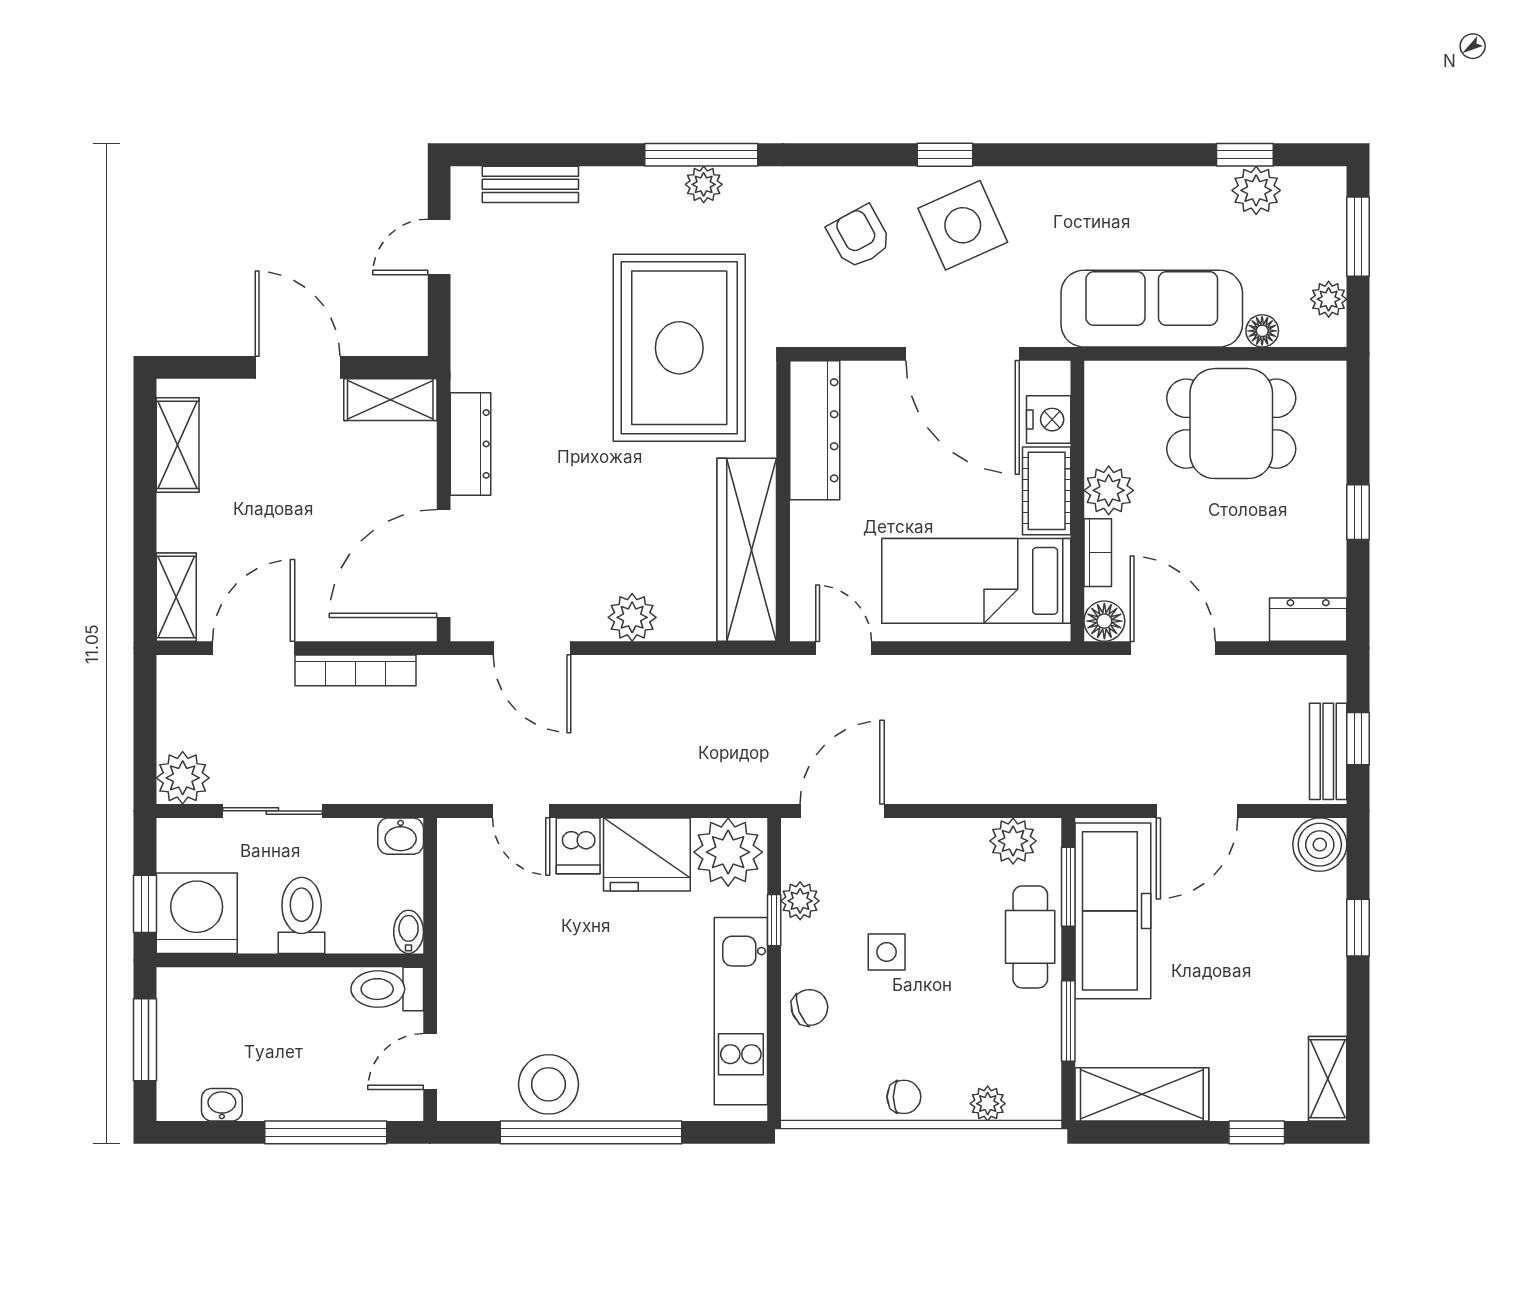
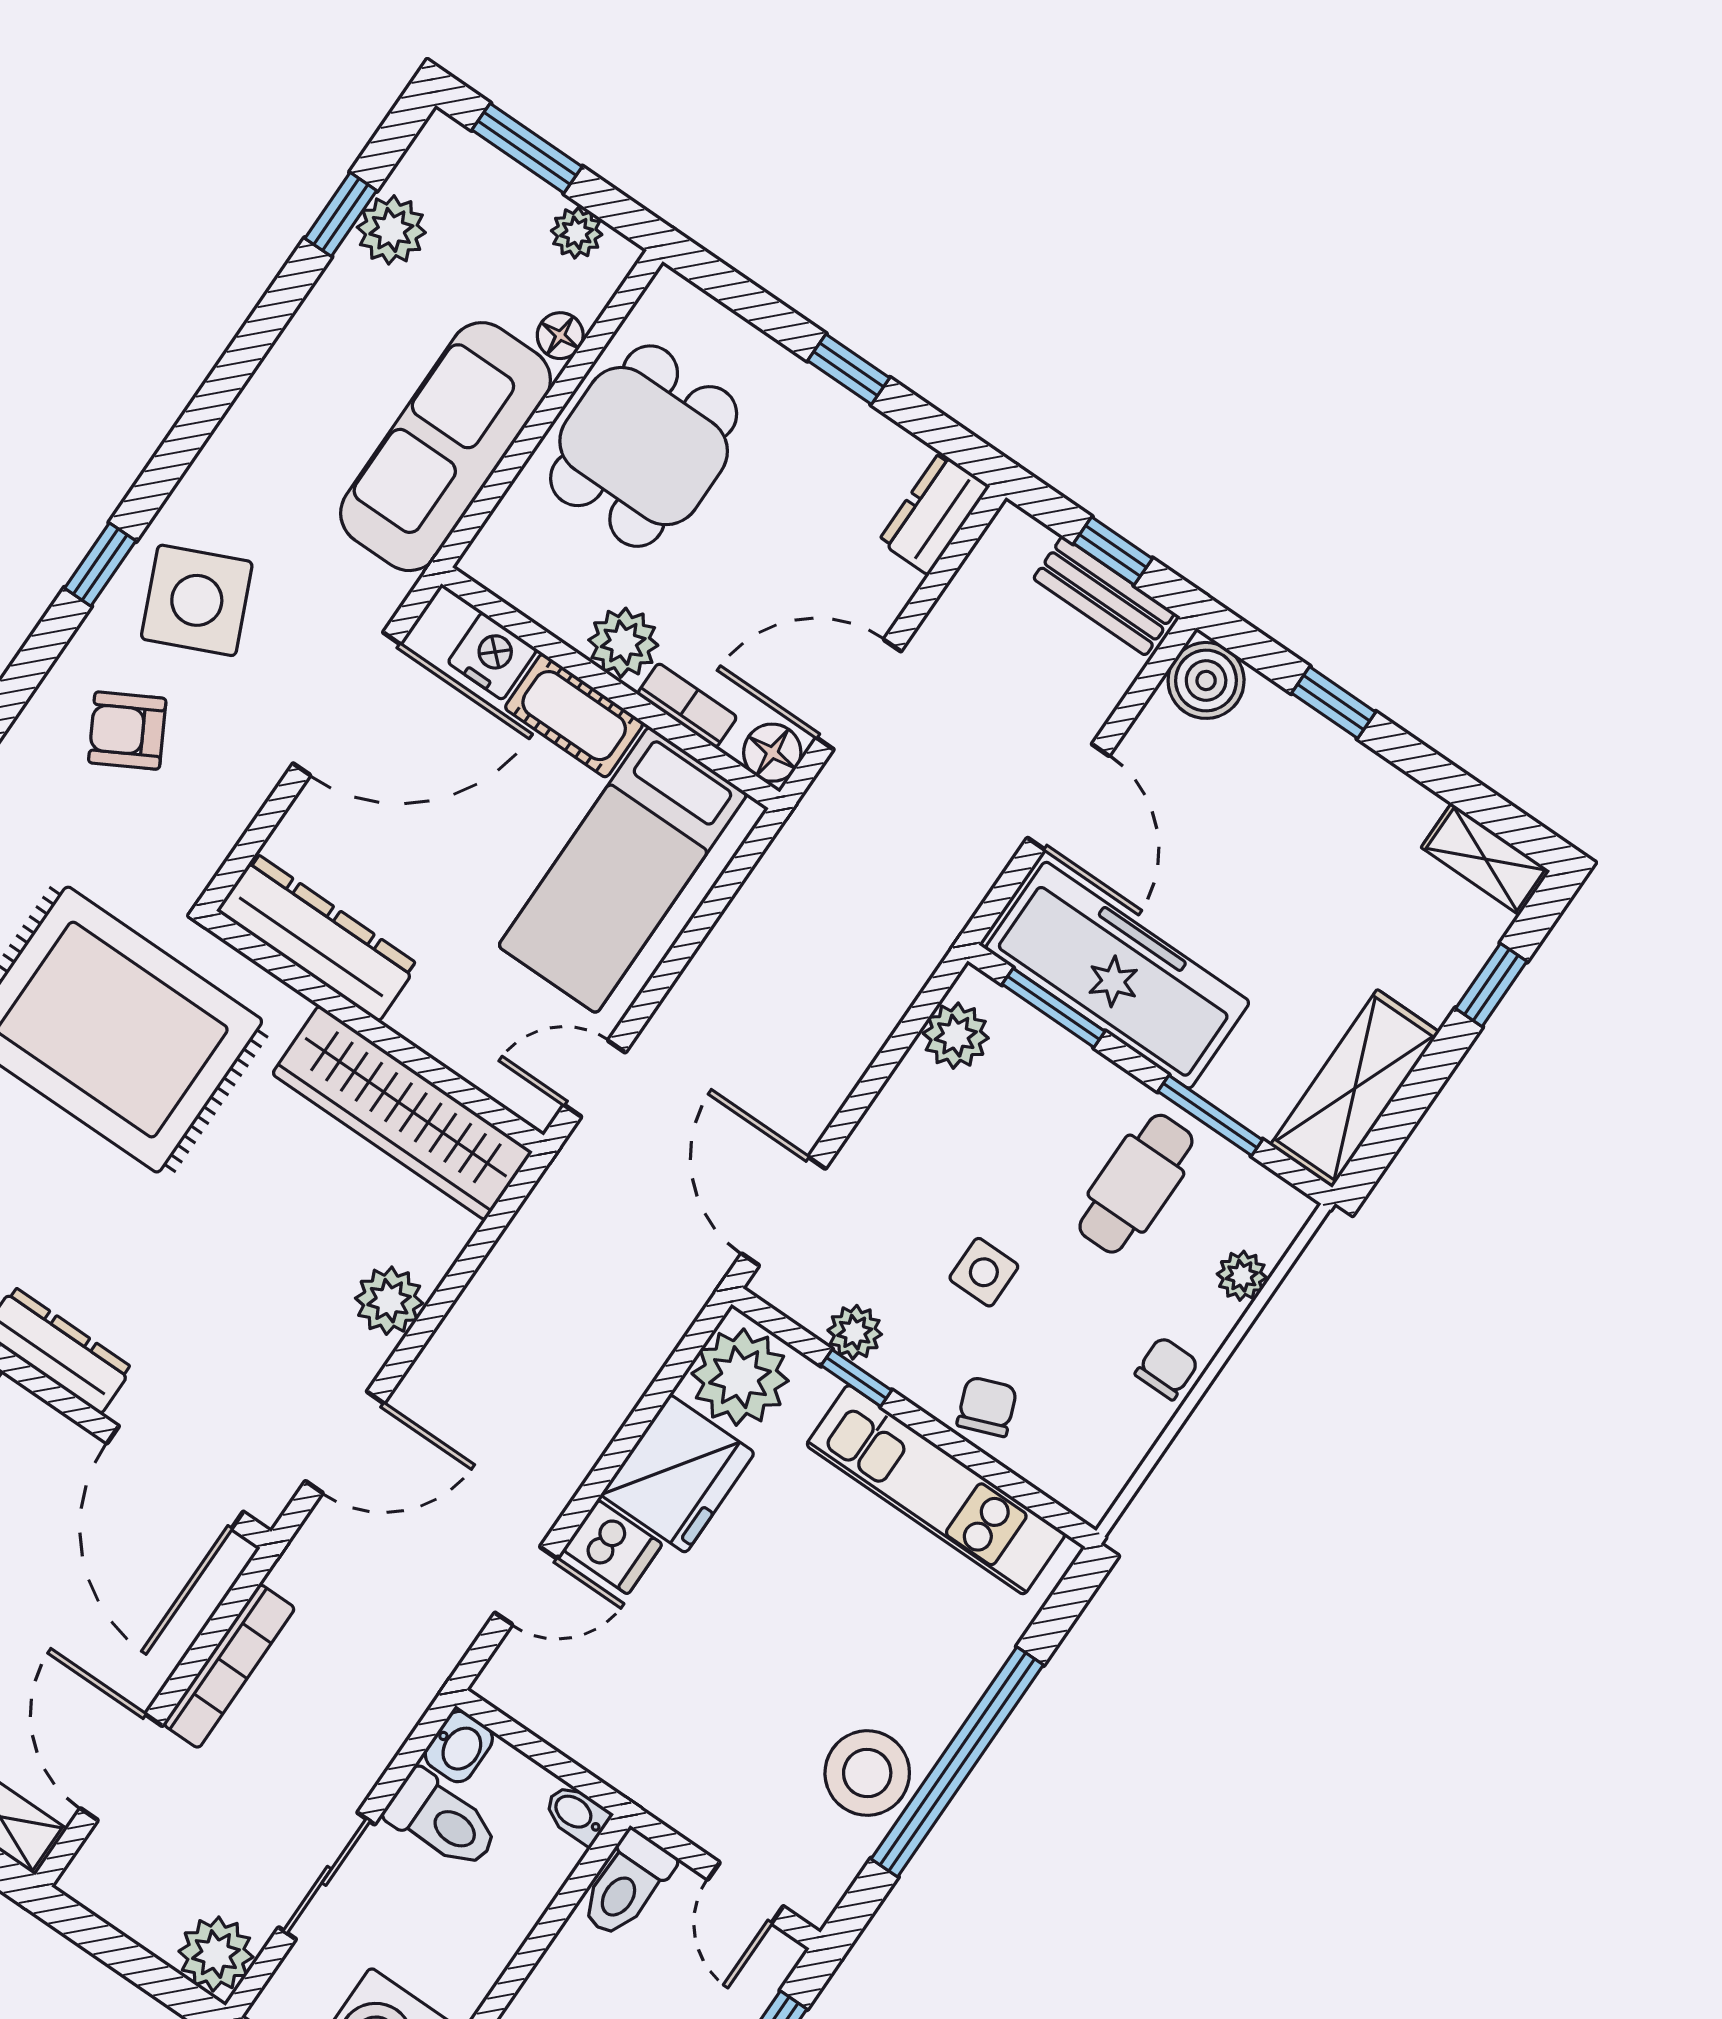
toilet: (302, 915) -> (442, 1820), moved, turned 180
cafe table: (1030, 937) -> (1136, 1184), moved, turned 90

